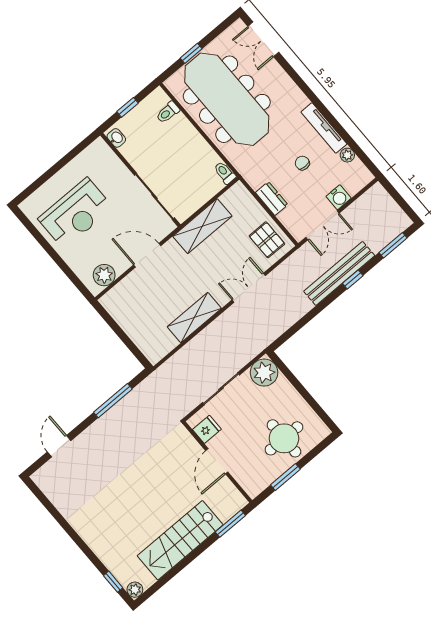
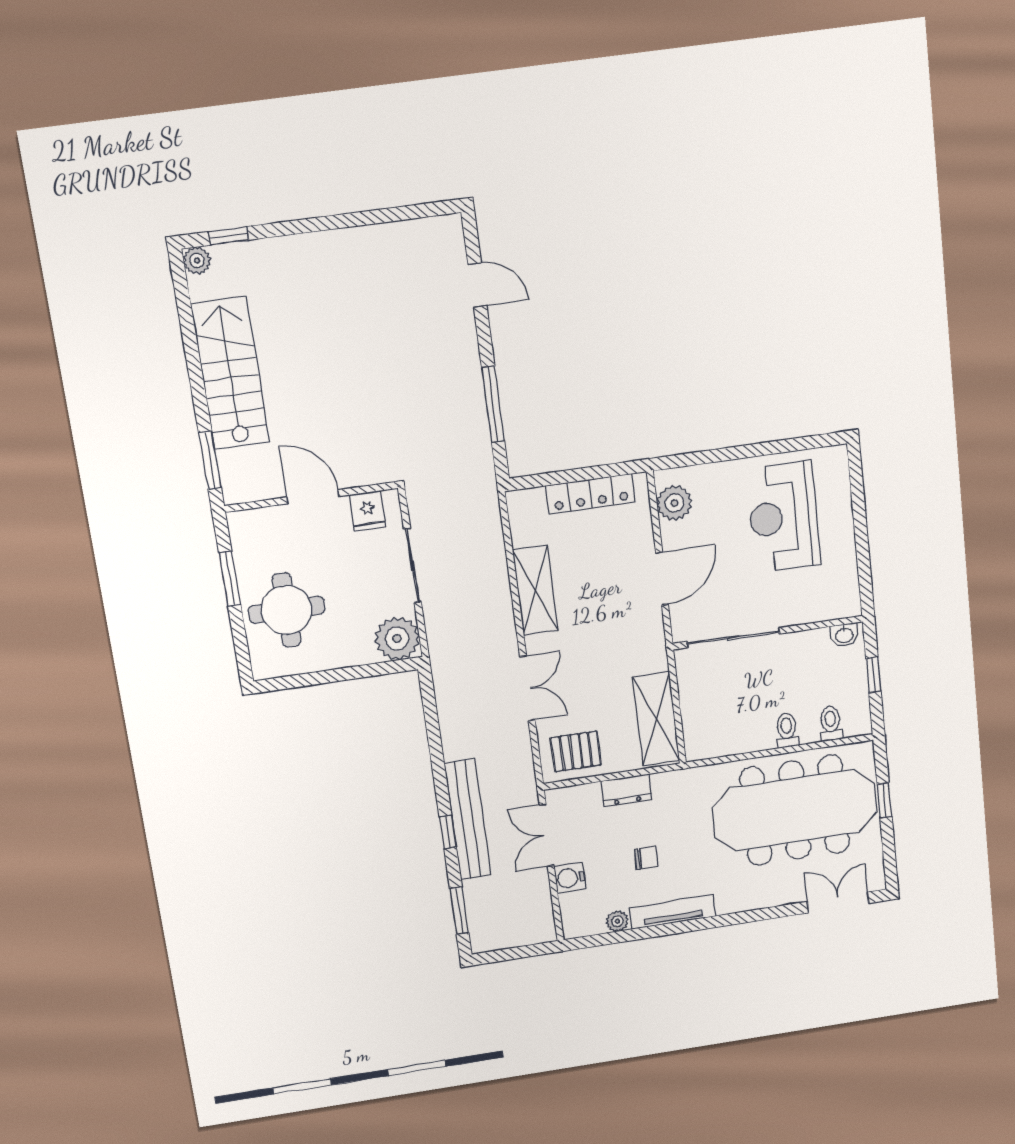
toilet: (225, 173) -> (787, 730), moved, turned -90
shelving: (202, 226) -> (656, 719), moved
locker: (127, 321) -> (591, 494), added

